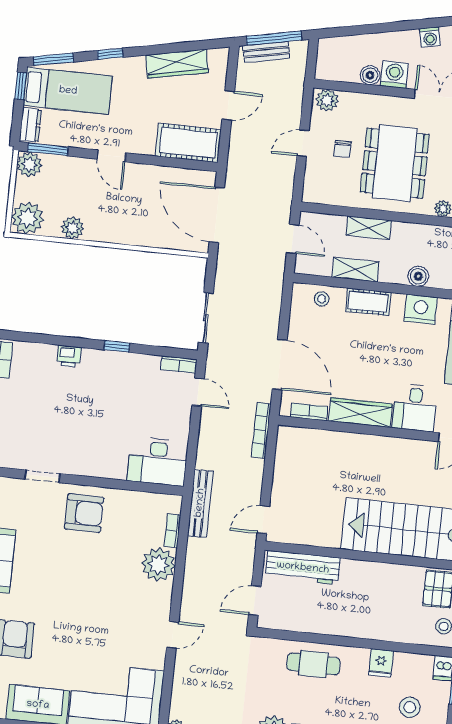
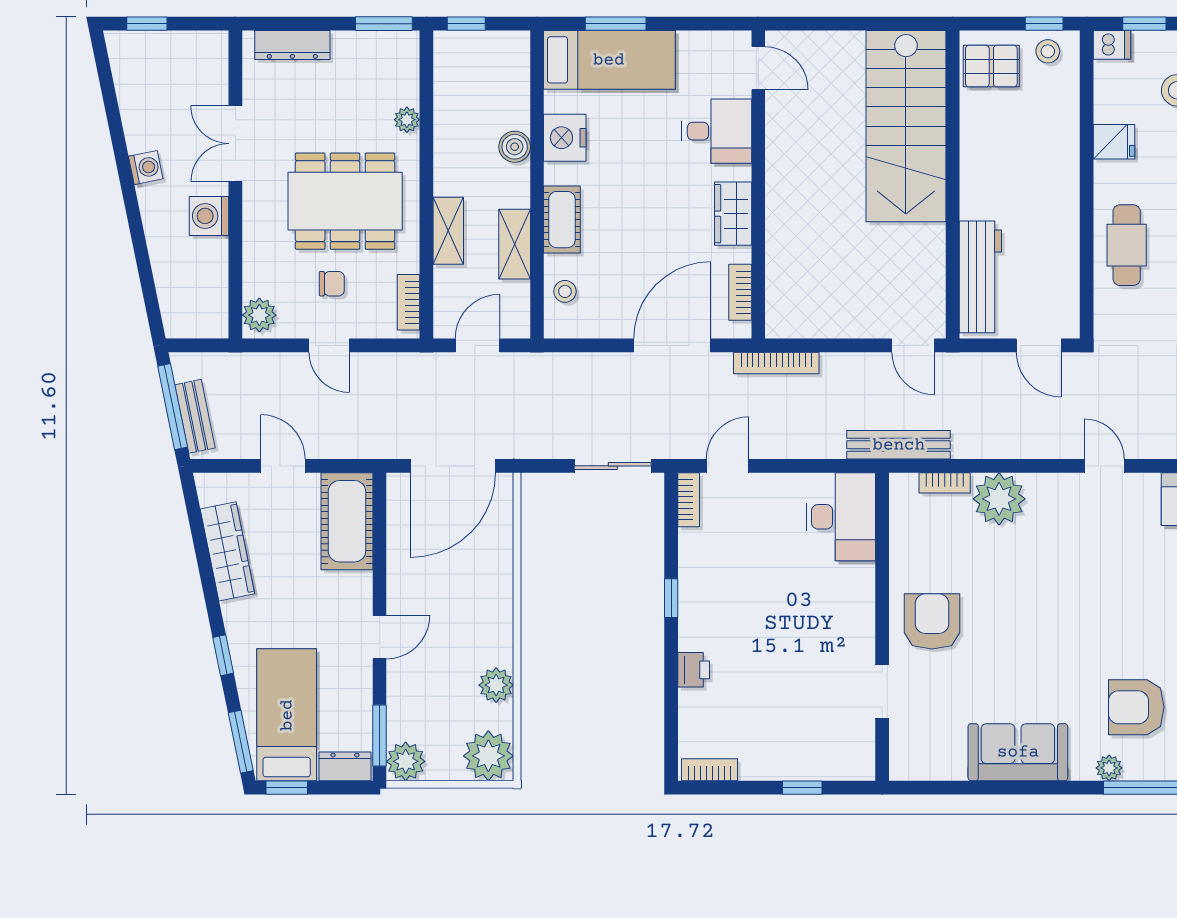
boiler: (370, 75) -> (214, 253), removed
bookcase: (325, 197) -> (409, 302), added
wardrobe: (360, 412) -> (733, 214), width x0.67

